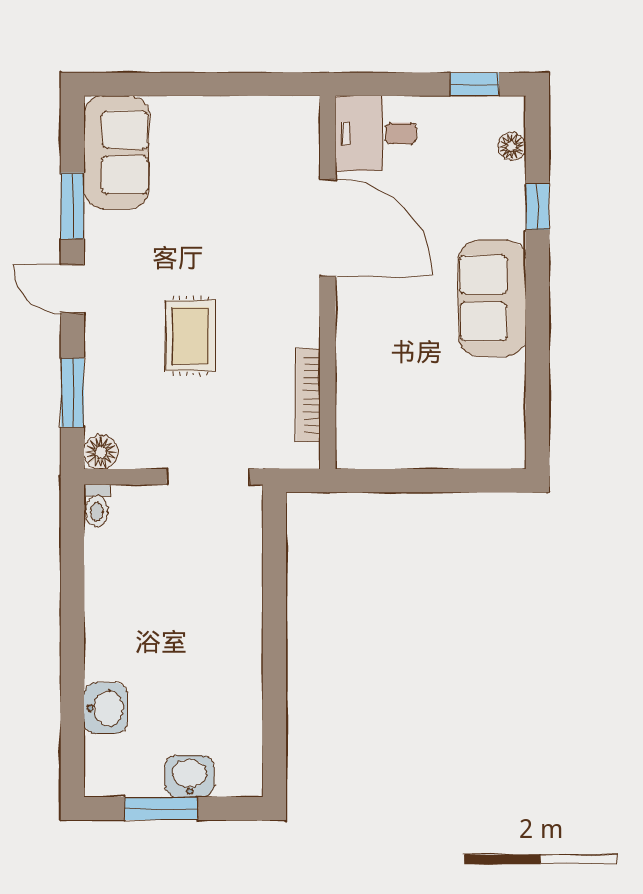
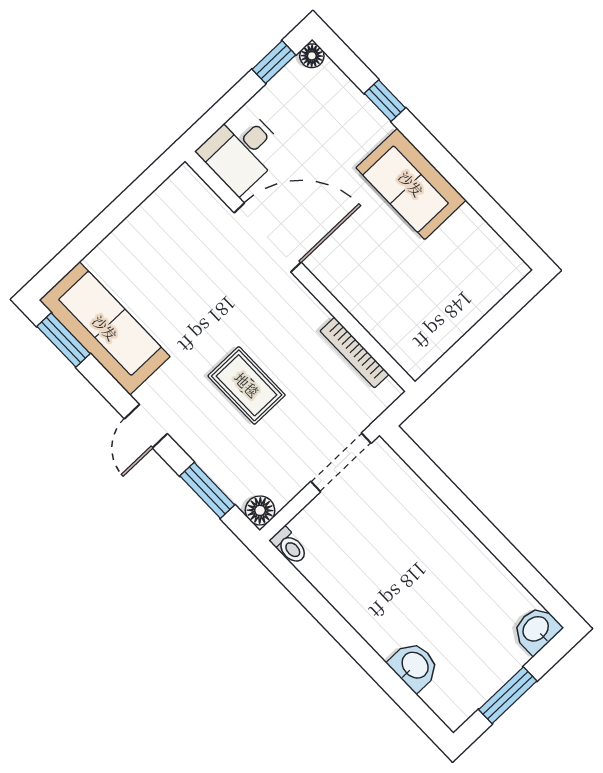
floor lamp: (512, 146) -> (312, 56), moved
sofa: (116, 152) -> (105, 328), width x1.36
window: (72, 206) -> (64, 340), moved
door: (72, 289) -> (146, 426), hinge flipped
washbasin: (190, 776) -> (536, 630), moved

